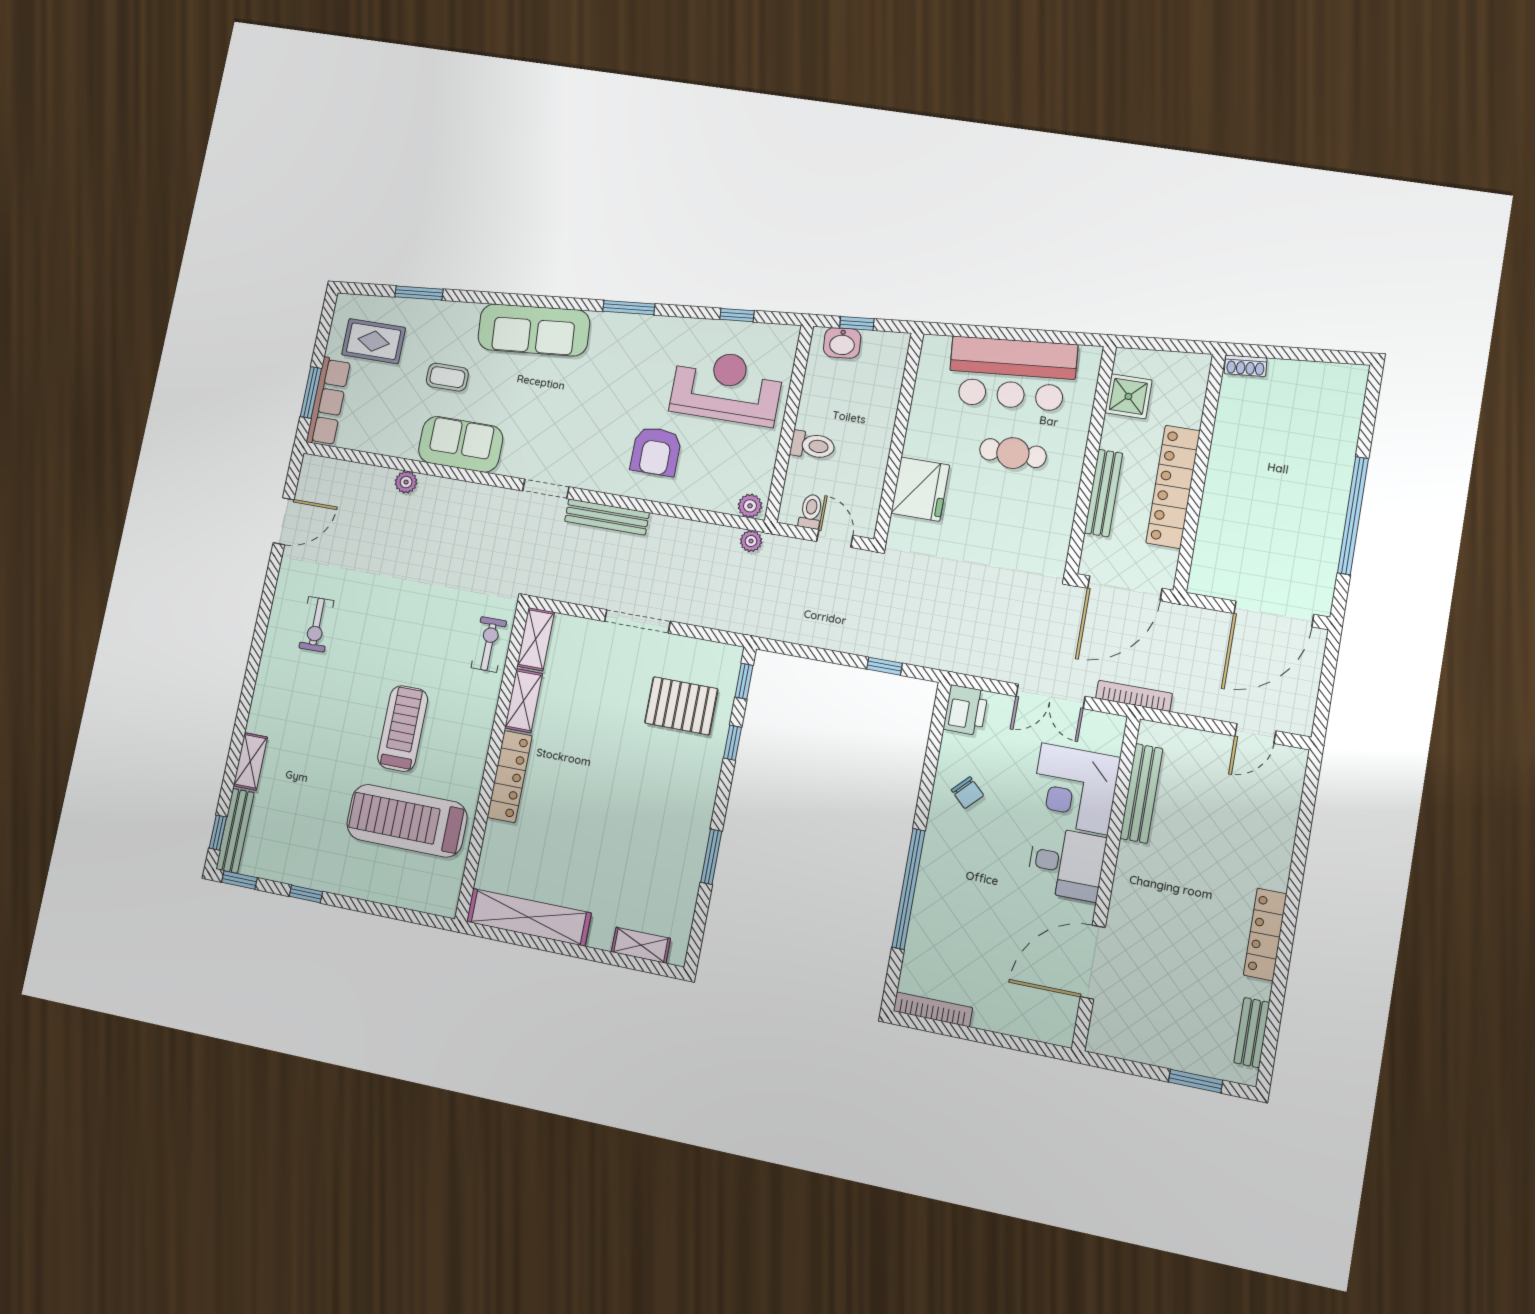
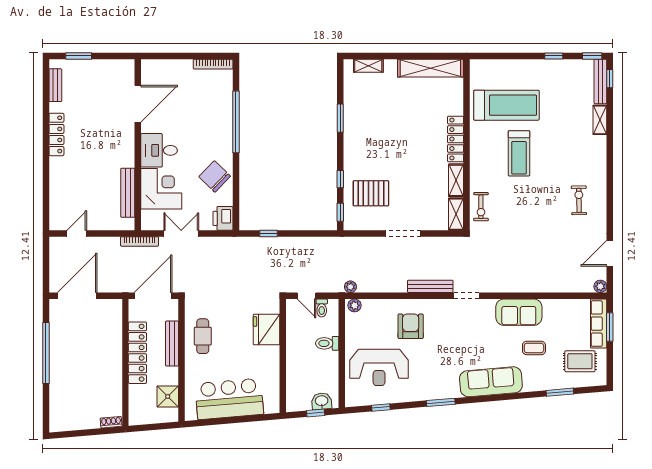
cafe table: (1013, 453) -> (203, 336), moved, turned 90
plant: (406, 482) -> (600, 286), moved
chair: (967, 793) -> (215, 176), width x1.87, depth x1.87

